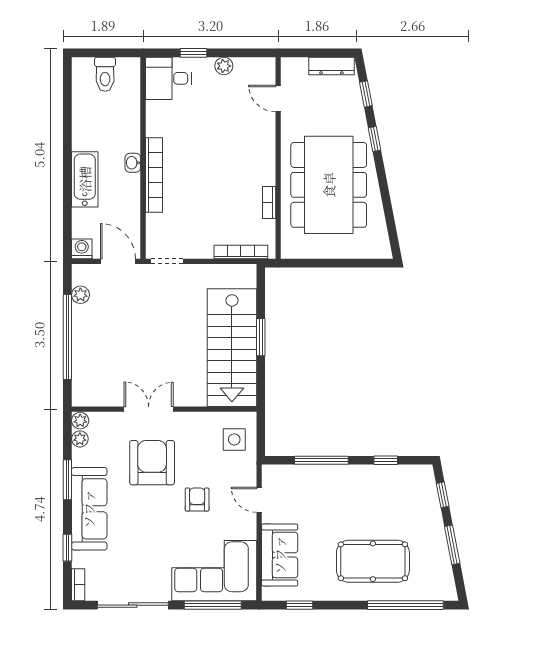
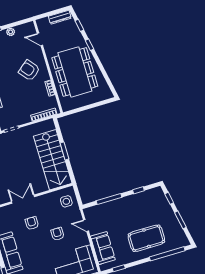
armchair: (238, 154) -> (29, 70), added
armchair: (152, 463) -> (32, 223), width x0.53, depth x0.53

